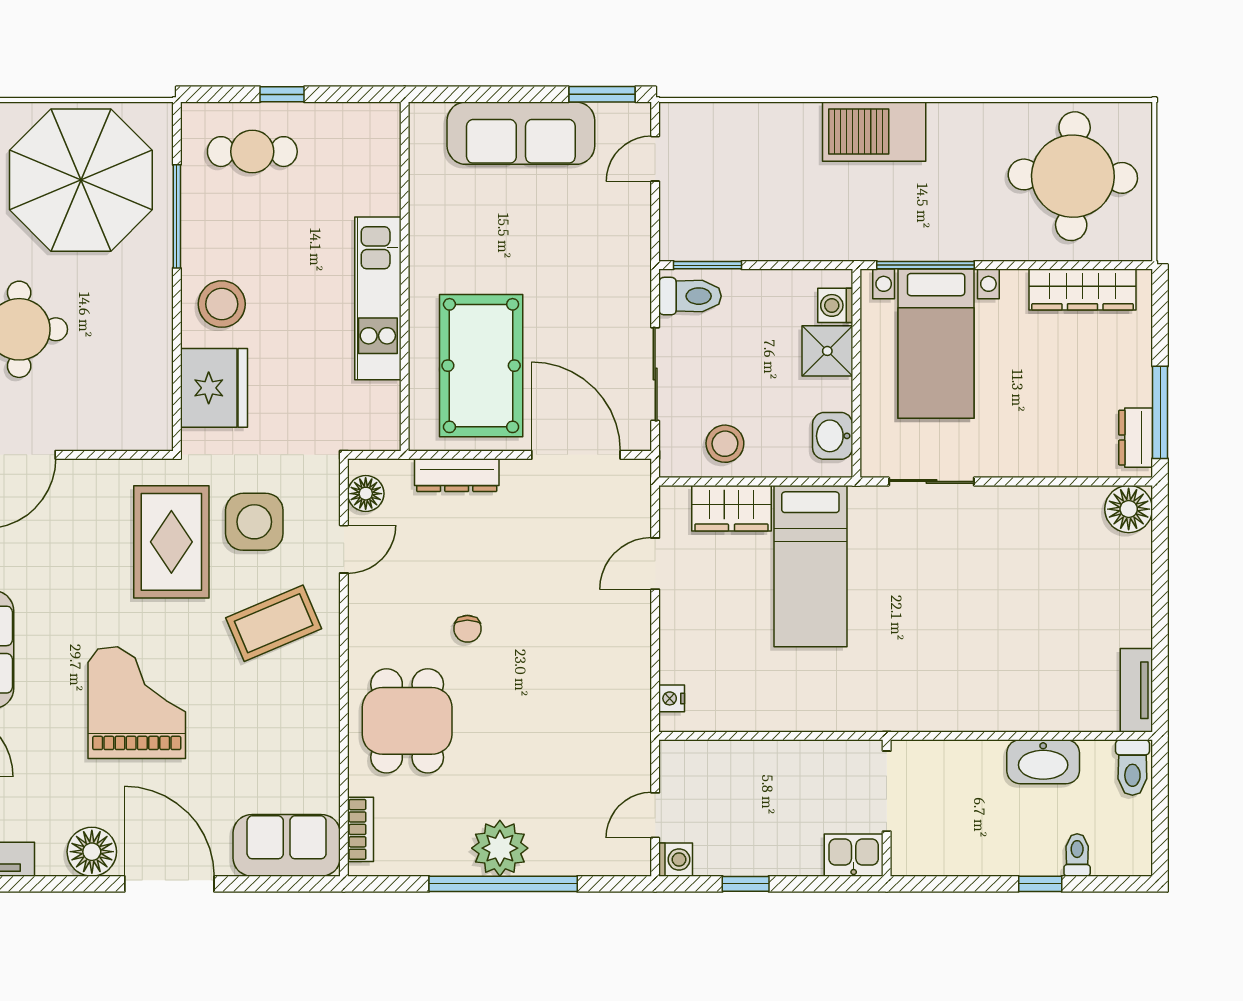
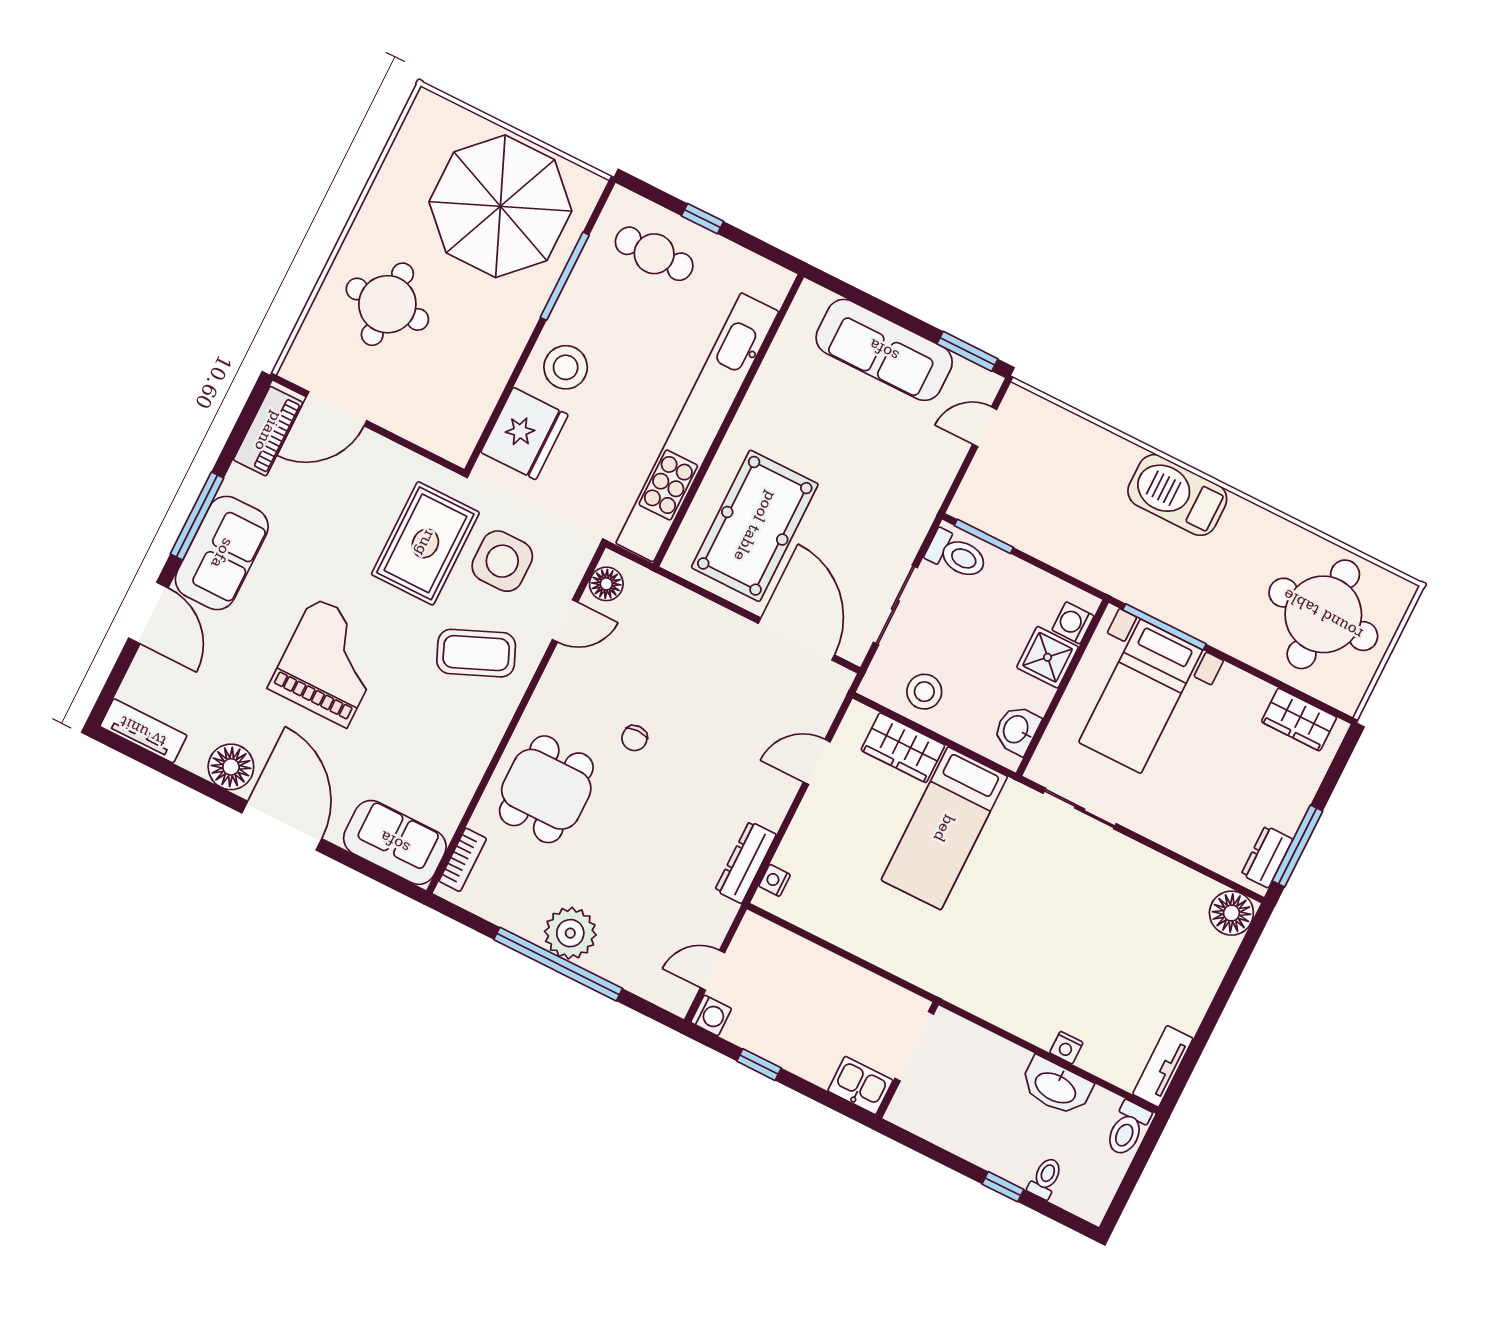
wardrobe: (1082, 290) -> (1299, 720), width x0.67
kitchen unit: (378, 298) -> (697, 427), width x1.86
dresser: (457, 475) -> (746, 862), moved, turned 90
nightstand: (1034, 719) -> (1066, 1048), added

